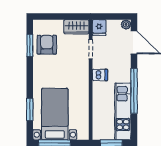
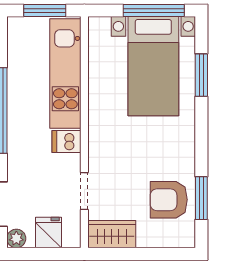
fridge: (99, 28) -> (48, 232), moved
armchair: (47, 45) -> (169, 200), turned 90
kitchen unit: (123, 111) -> (65, 74), moved, turned 180

